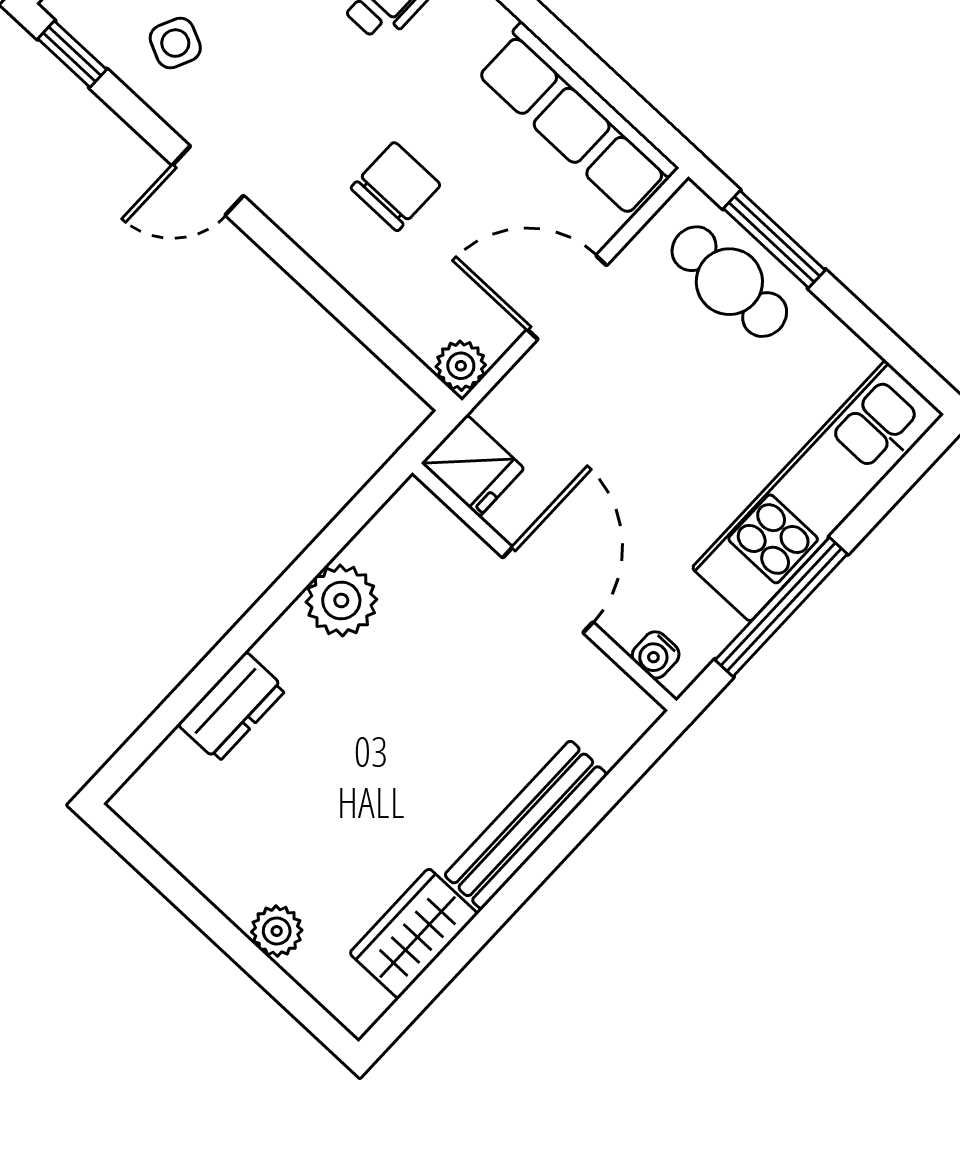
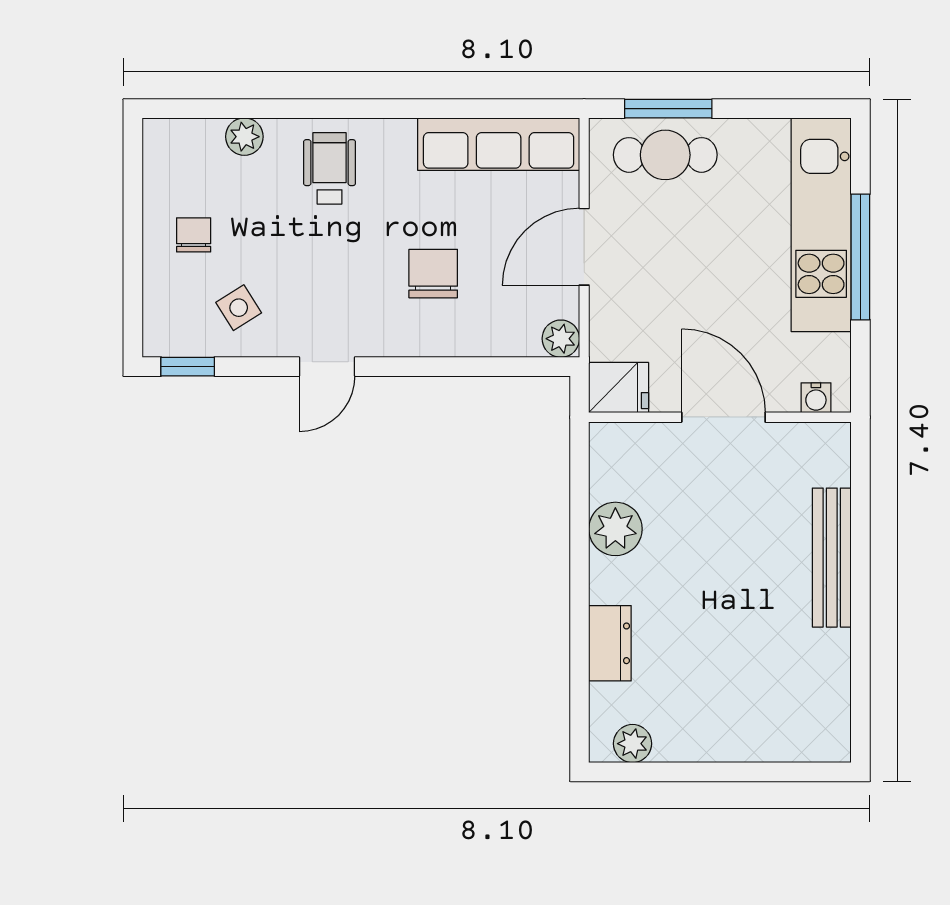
side table: (175, 43) -> (239, 308), turned 33
window: (781, 607) -> (860, 257), moved
plant: (277, 931) -> (633, 744), moved
wardrobe: (414, 933) -> (826, 675), removed

